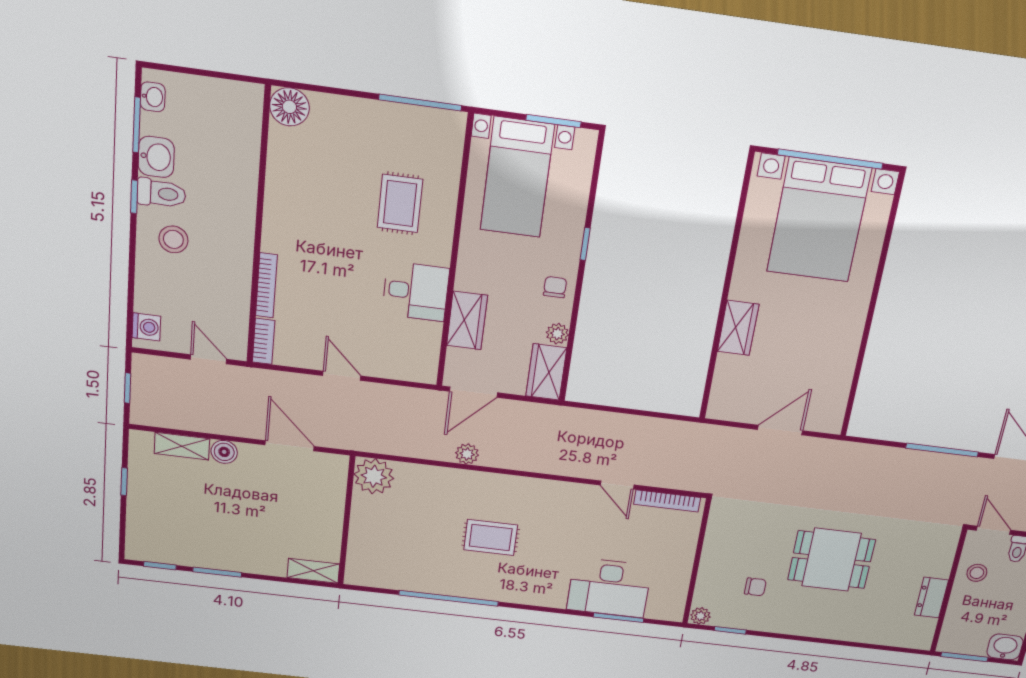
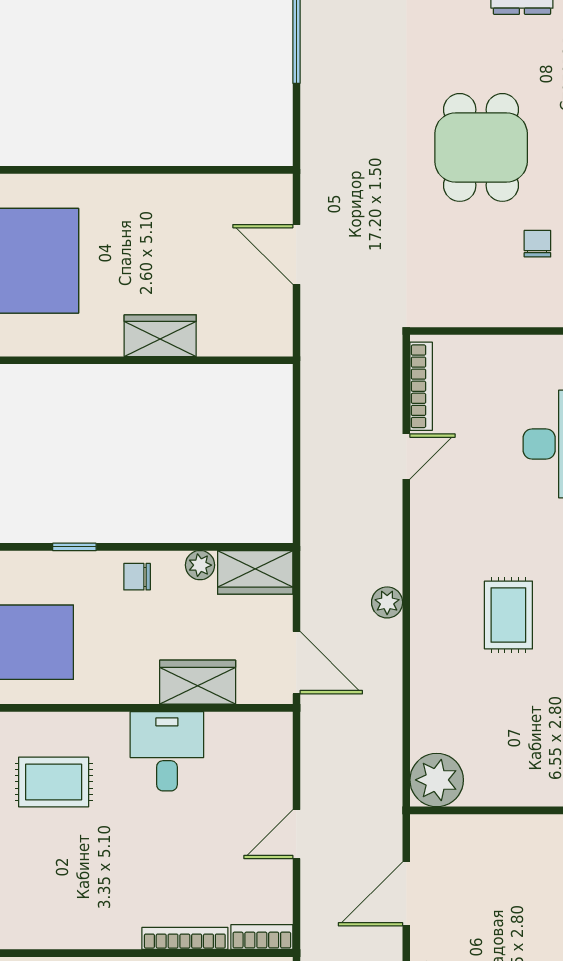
plant: (467, 454) -> (387, 602), moved

